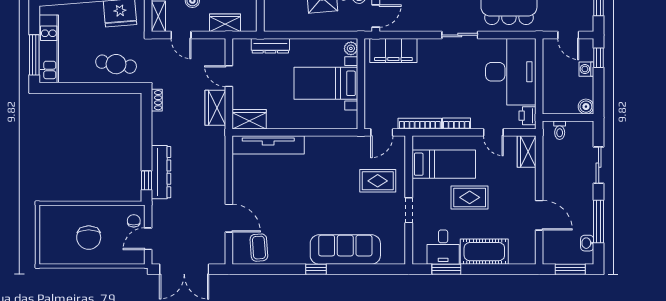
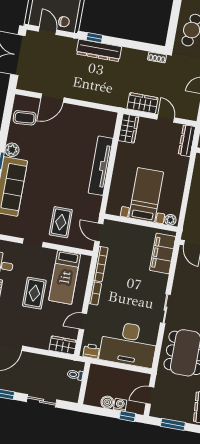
dresser: (270, 46) -> (187, 141), moved
door: (229, 76) -> (166, 118), hinge flipped
boiler: (586, 107) -> (107, 402), moved
tv unit: (268, 145) -> (101, 166), moved
plant: (300, 256) -> (12, 150), added

